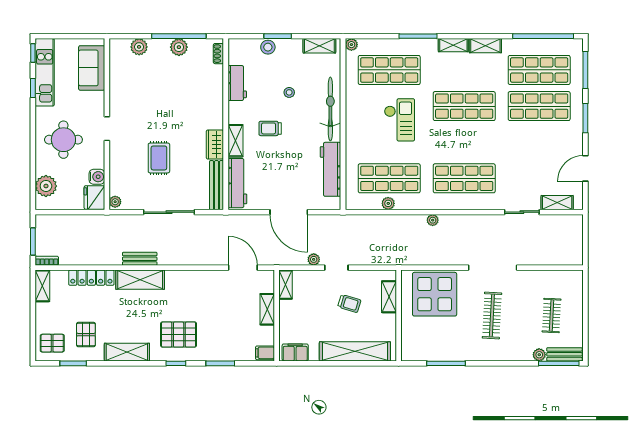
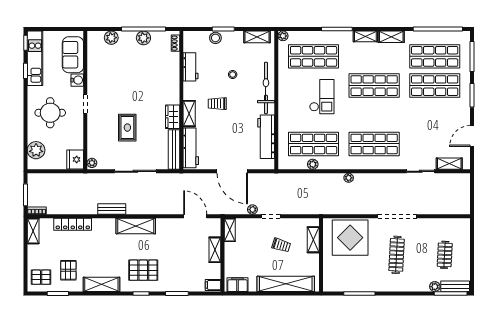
water cooler: (97, 177) -> (77, 80), moved
shelving: (140, 280) -> (136, 226), moved

